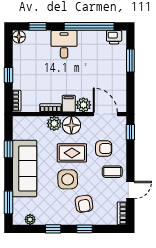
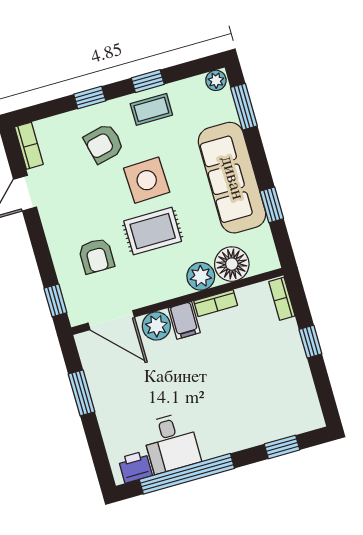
floor lamp: (19, 37) -> (311, 418), removed
desk: (64, 44) -> (171, 443), moved
window: (130, 61) -> (82, 393), moved
floor lamp: (71, 125) -> (232, 264), moved
armchair: (104, 149) -> (96, 256), turned -90
coffee table: (112, 172) -> (151, 109), moved
armchair: (84, 204) -> (104, 144), turned -93
plant: (30, 220) -> (216, 80), moved

